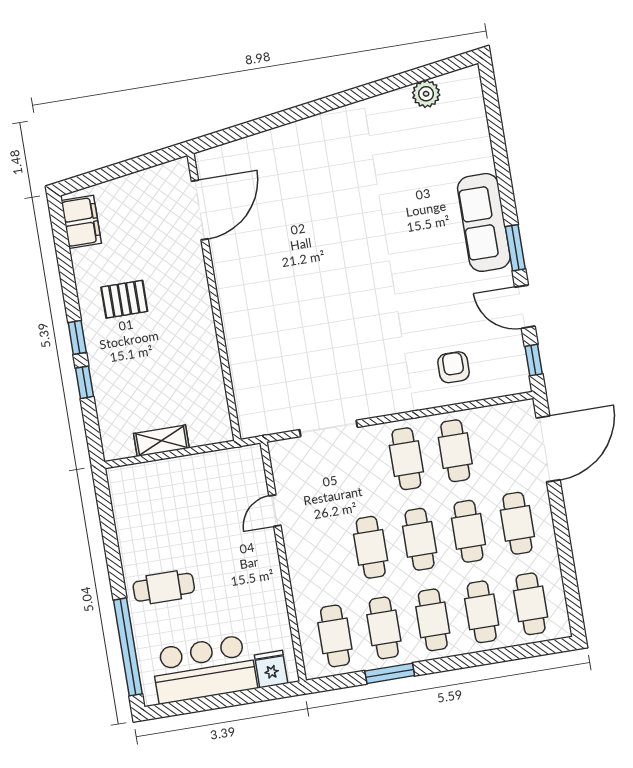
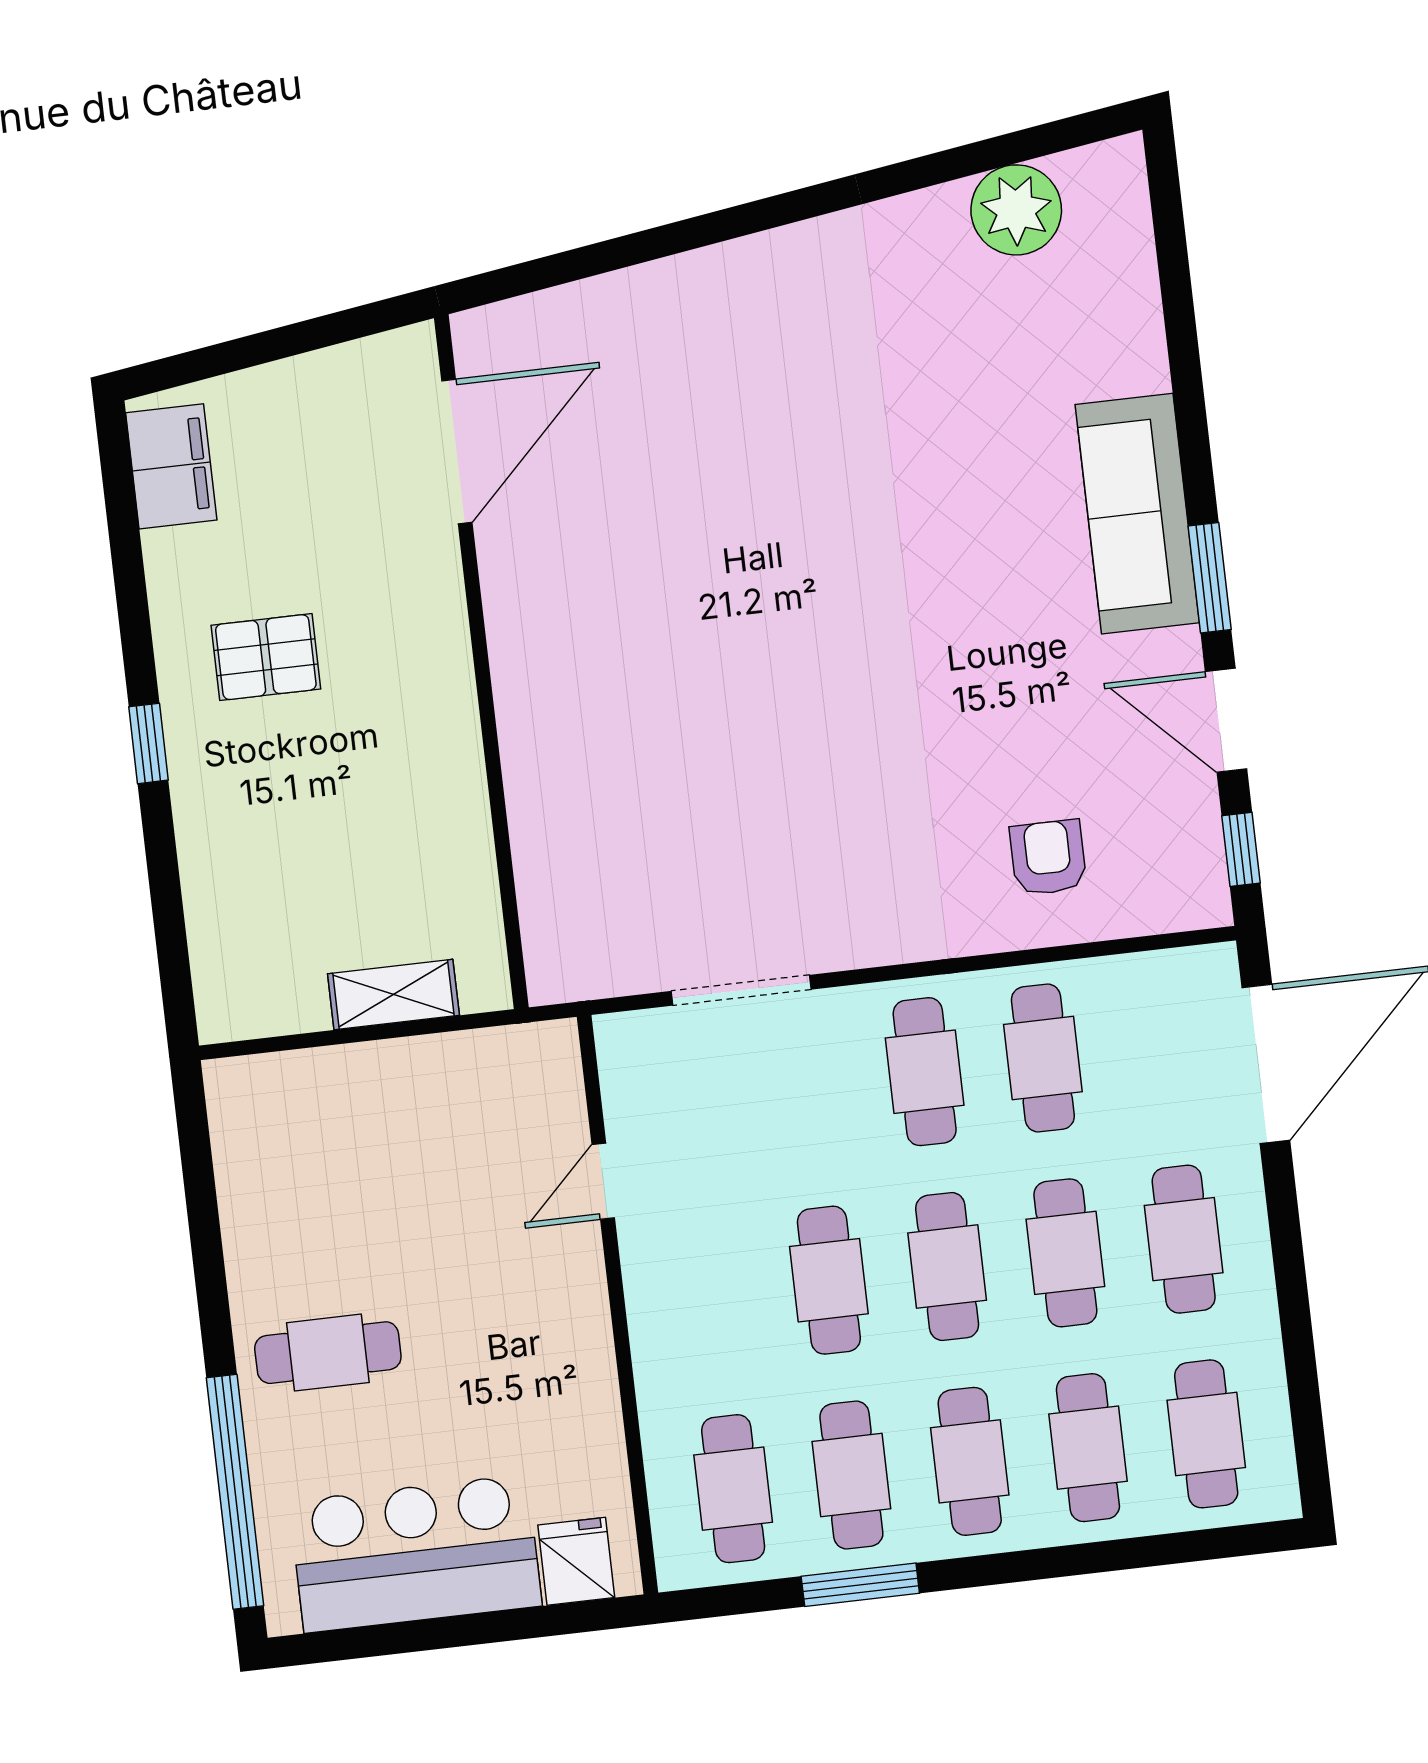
plant: (426, 94) -> (1016, 210), width x1.36, depth x1.36
window: (85, 382) -> (161, 852), removed
shelving: (161, 441) -> (393, 995), moved

